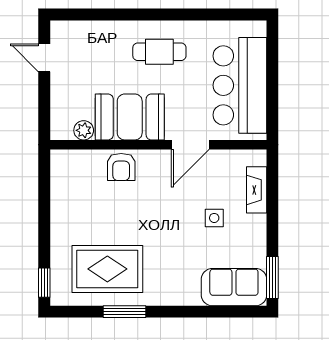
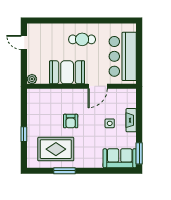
plant: (84, 130) -> (32, 79), moved
armchair: (121, 167) -> (71, 121), moved
fireplace: (257, 190) -> (131, 120), moved
window: (44, 283) -> (24, 134), moved

